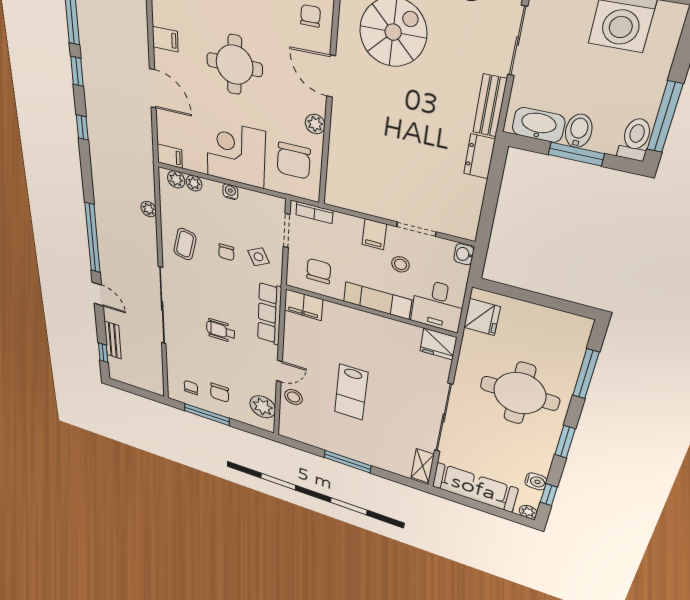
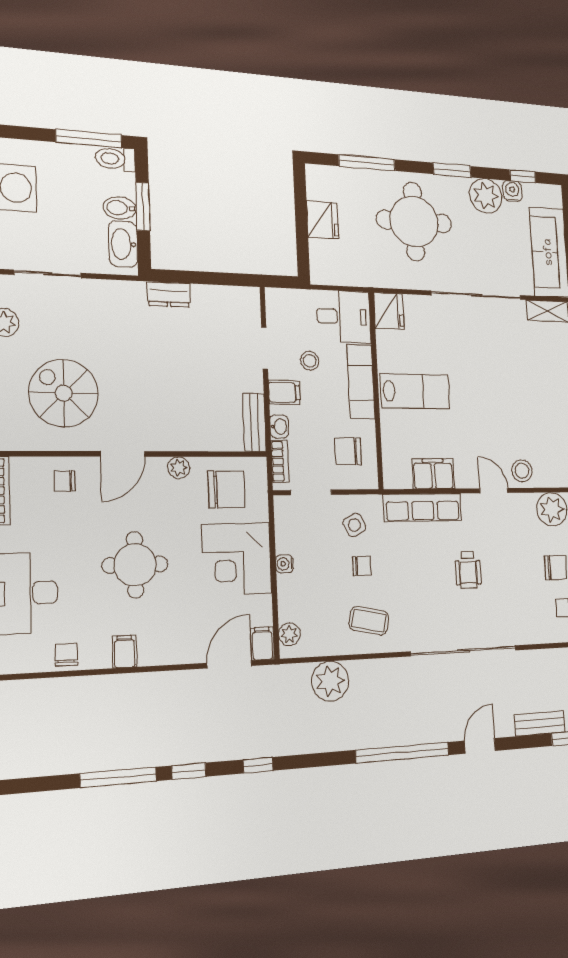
door: (153, 88) -> (229, 664), moved
bench: (490, 106) -> (254, 422), moved, turned 90
plant: (194, 183) -> (287, 611), removed
plant: (149, 209) -> (330, 681), width x1.87, depth x1.87
washbasin: (464, 254) -> (279, 427), moved, turned -90
filing cabinet: (303, 305) -> (433, 474), moved, turned -90
fridge: (482, 317) -> (322, 220), moved, turned 90
lab bench: (351, 392) -> (415, 391), moved
plant: (528, 512) -> (486, 196), moved, width x1.88, depth x1.88

